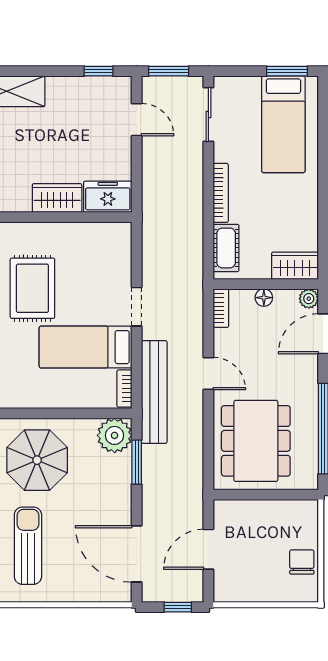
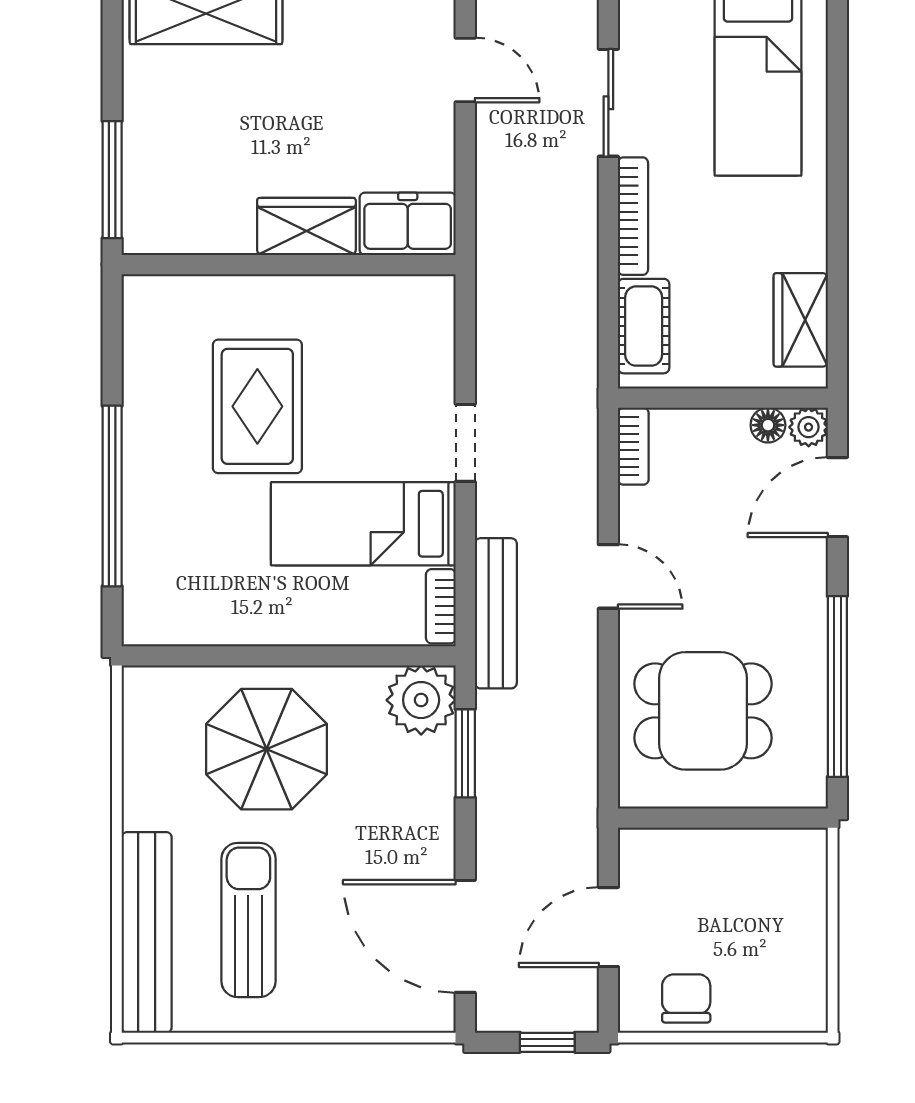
sliding door: (208, 115) -> (608, 103), moved
wardrobe: (295, 266) -> (801, 320), moved, turned -90
floor lamp: (264, 298) -> (768, 425), moved
bench: (154, 392) -> (496, 613), width x0.73, depth x0.82
dining table: (256, 441) -> (703, 711), width x0.73
chair: (302, 562) -> (686, 998), moved

